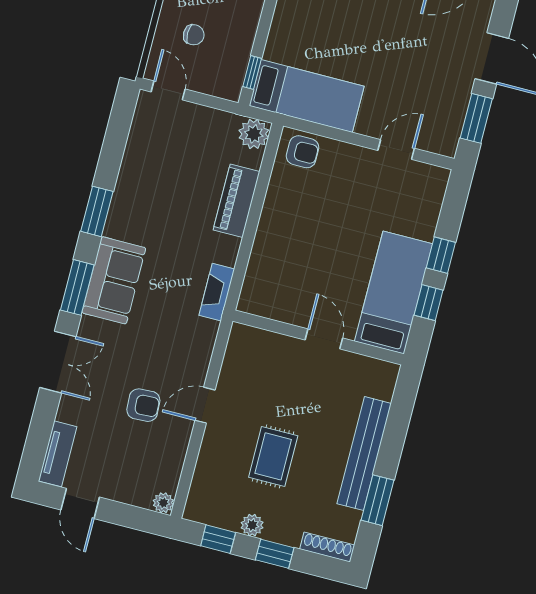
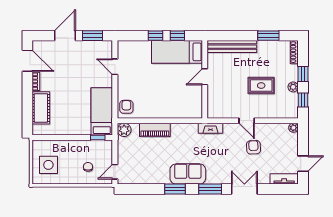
sofa: (114, 280) -> (188, 174), moved
fireplace: (217, 292) -> (210, 128), moved
bench: (364, 454) -> (232, 47), moved

